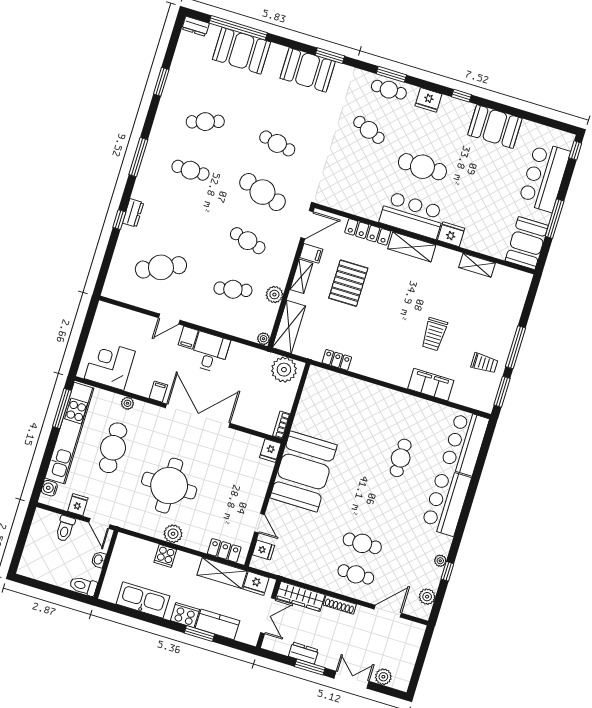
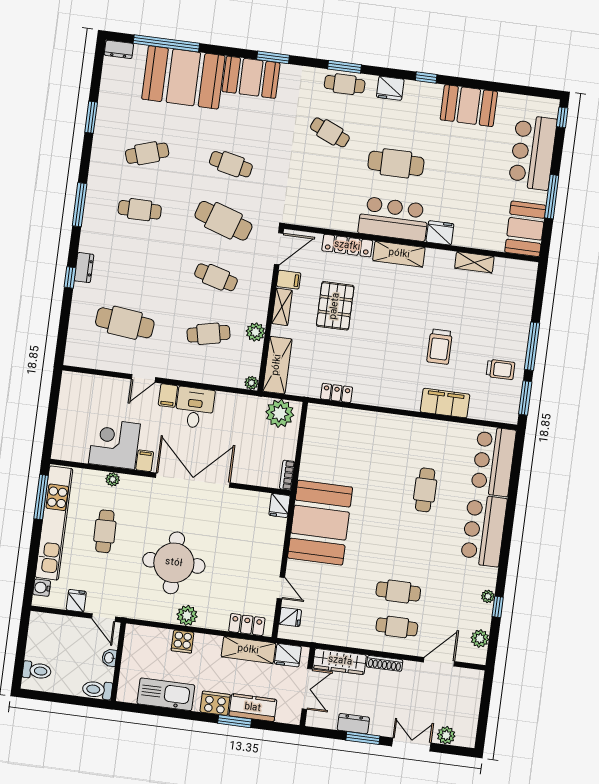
booth: (241, 51) -> (183, 77), width x1.36, depth x1.42
cafe table: (161, 267) -> (125, 323), turned 30
corner desk: (110, 365) -> (114, 444), moved
cafe table: (113, 448) -> (105, 531), width x0.73, depth x0.74
toilet: (65, 529) -> (37, 671), moved, turned -90

